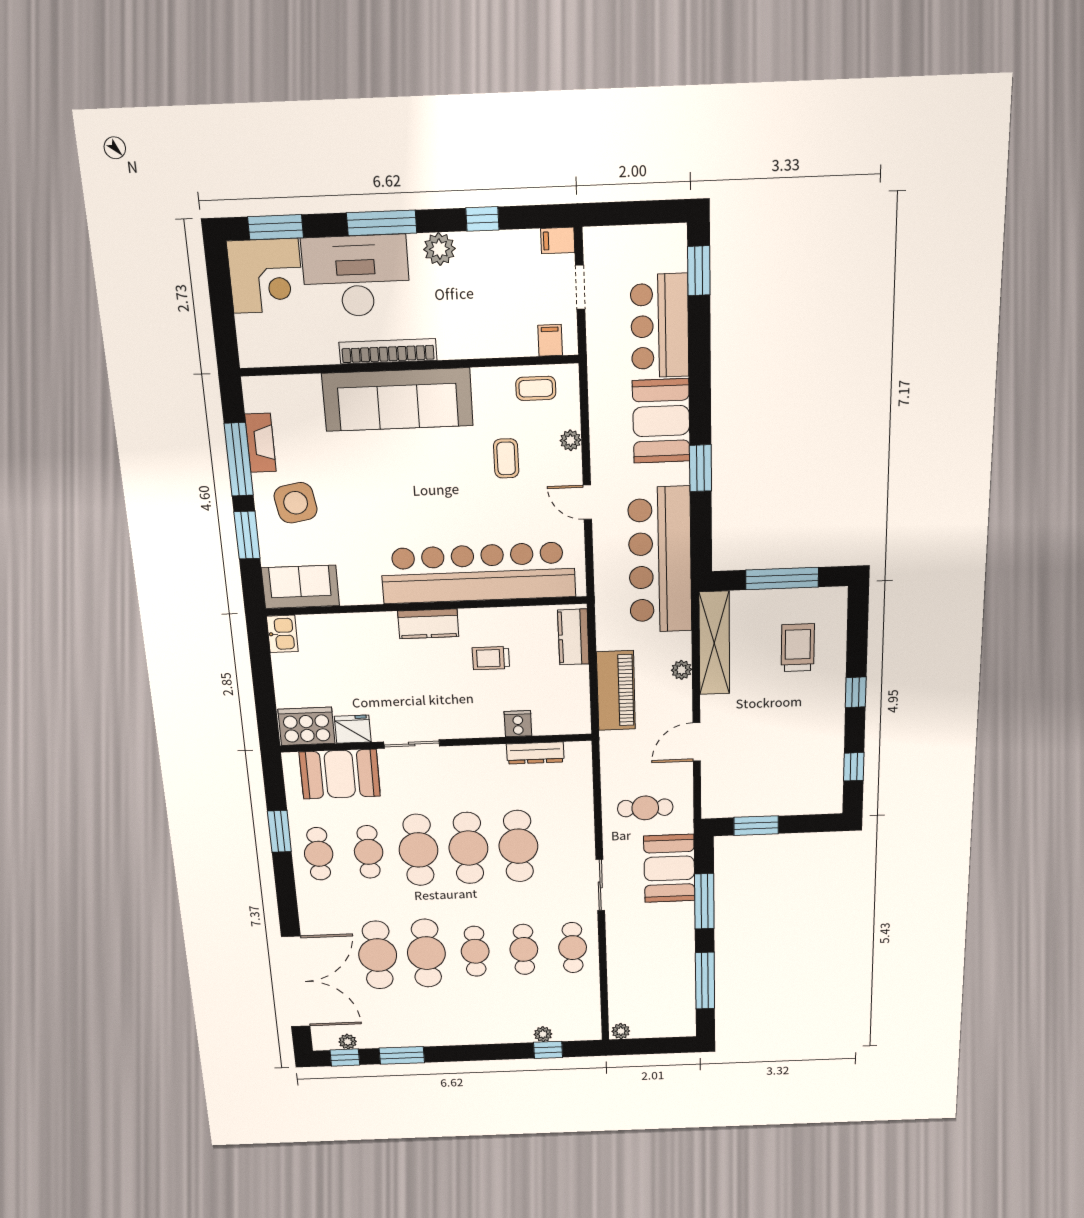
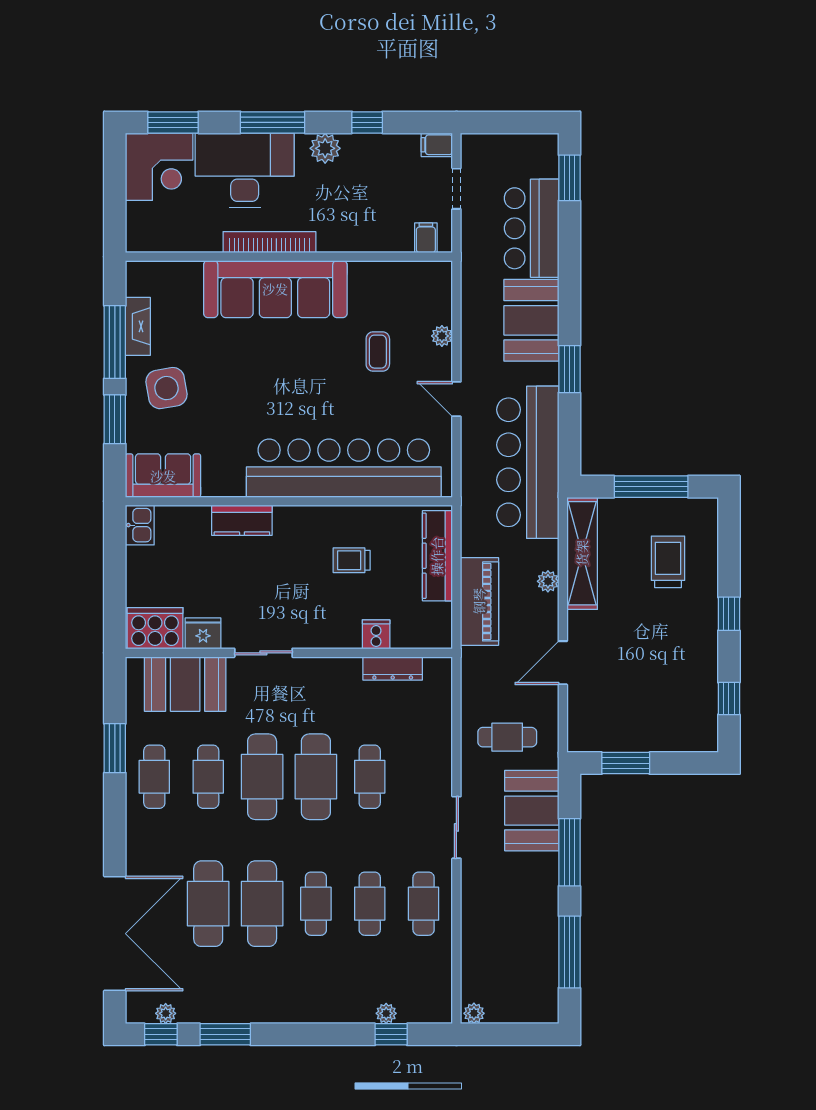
coffee table: (536, 388) -> (410, 283), removed
kitchen counter: (428, 624) -> (242, 520), moved
kitchen counter: (573, 637) -> (437, 556), width x1.50
cafe table: (518, 846) -> (370, 777), width x0.73, depth x0.74

